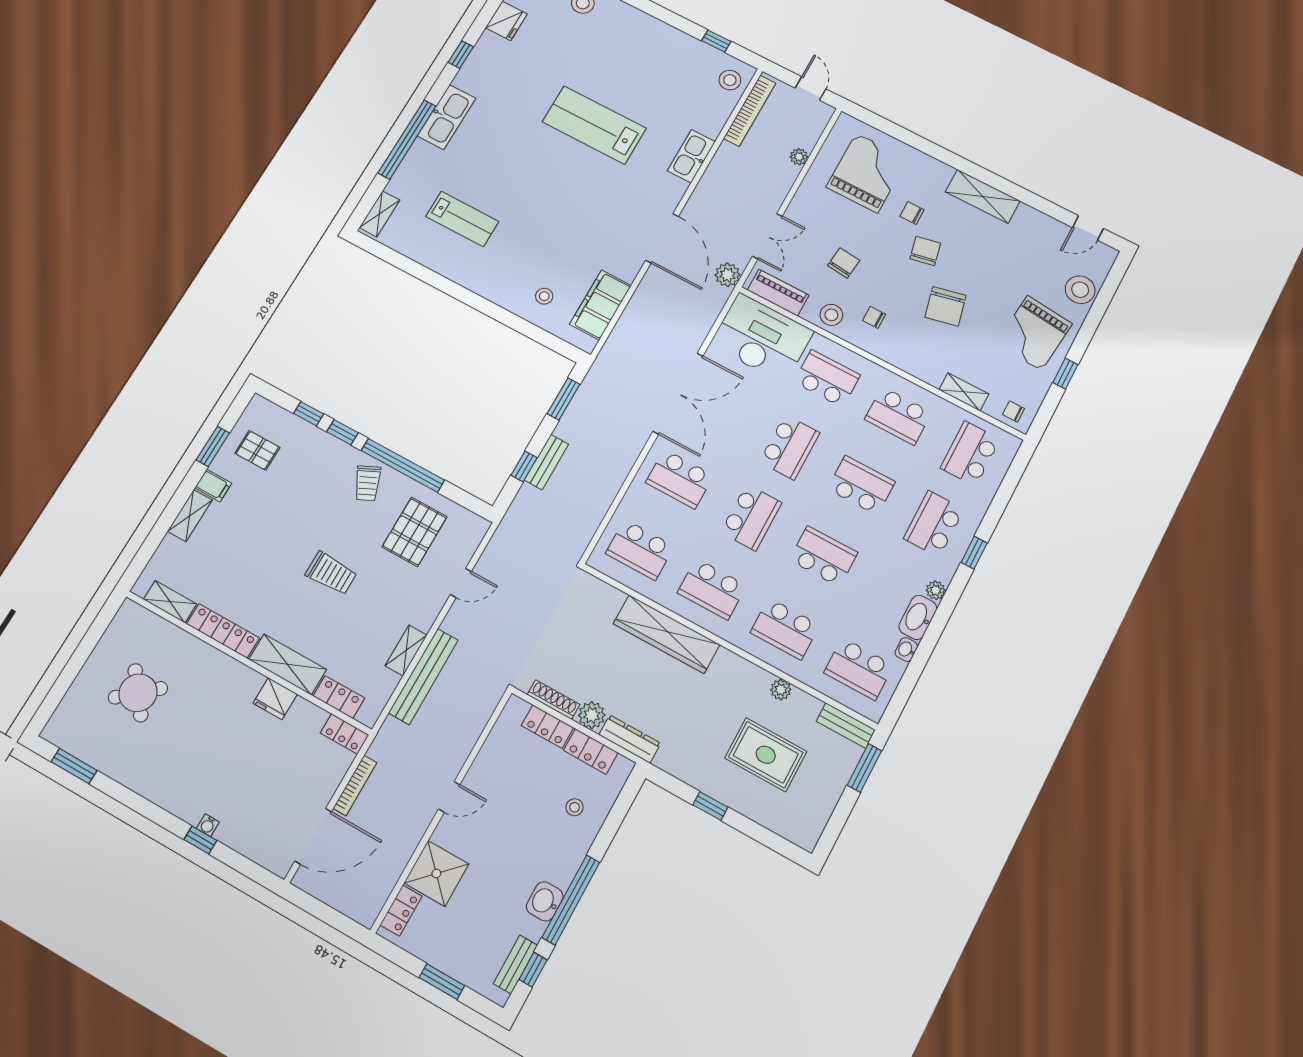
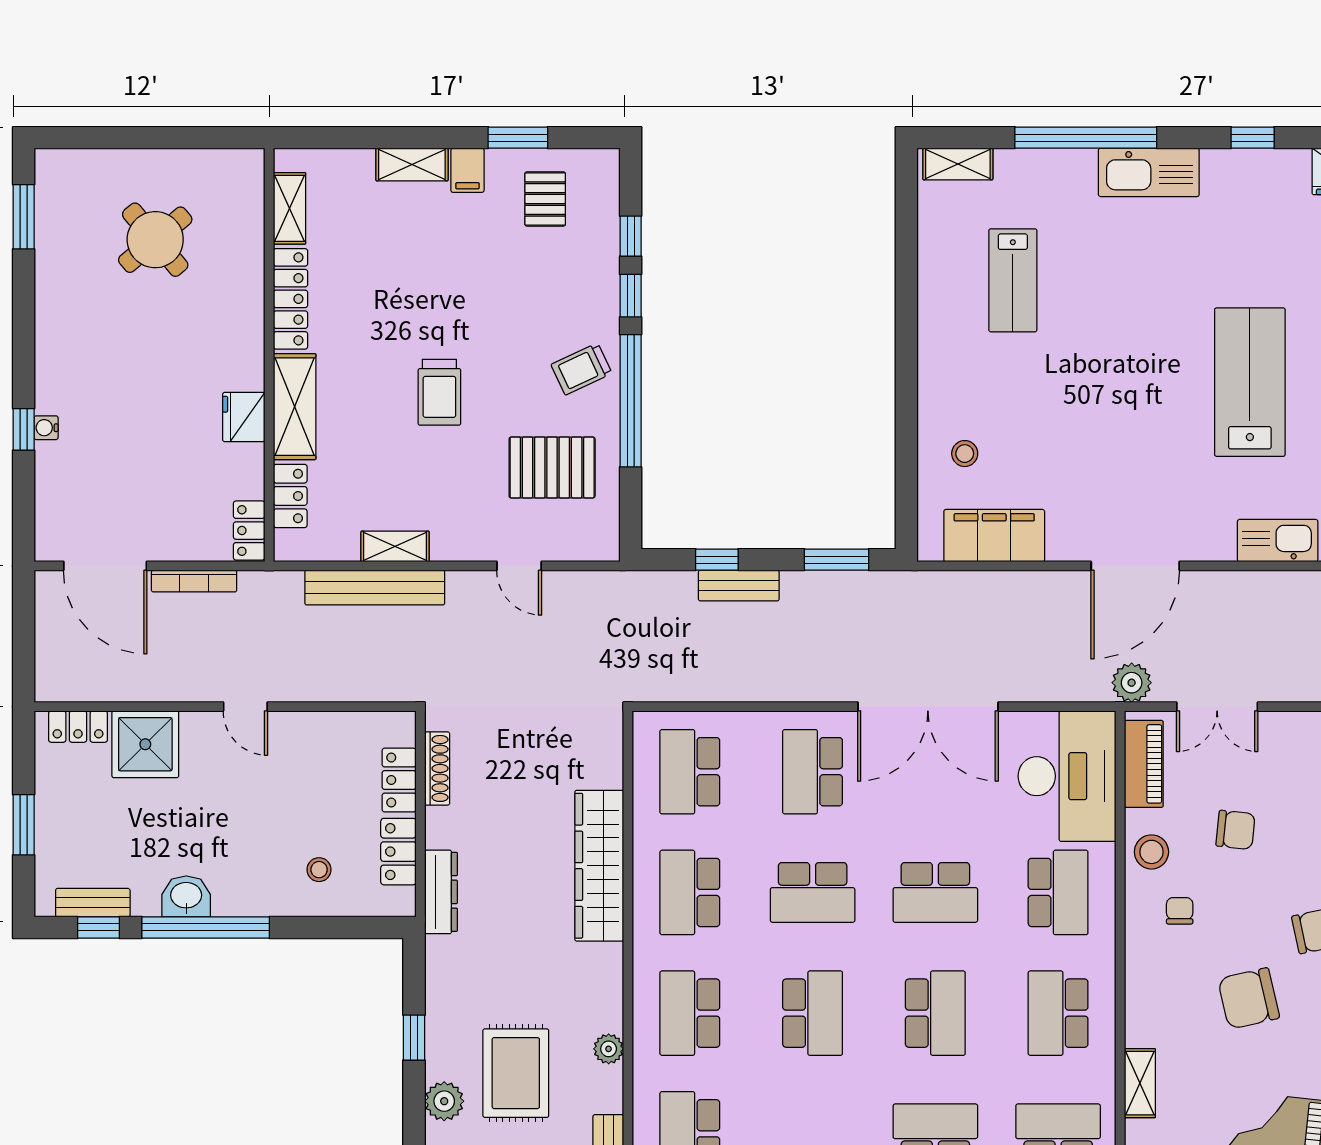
plant: (592, 715) -> (444, 1101), moved

